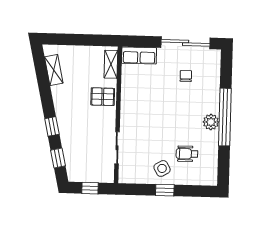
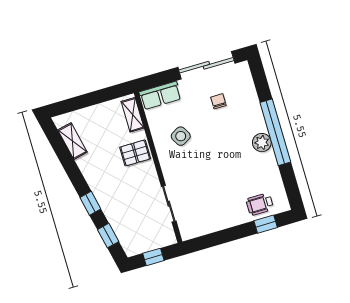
wheelchair: (187, 154) -> (260, 204), moved
side table: (162, 168) -> (181, 136), moved
window: (165, 190) -> (266, 224), moved

